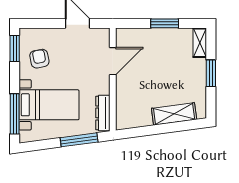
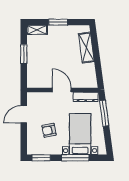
armchair: (39, 59) -> (49, 130), moved
door: (113, 61) -> (62, 90), moved
window: (15, 114) -> (75, 158), moved

